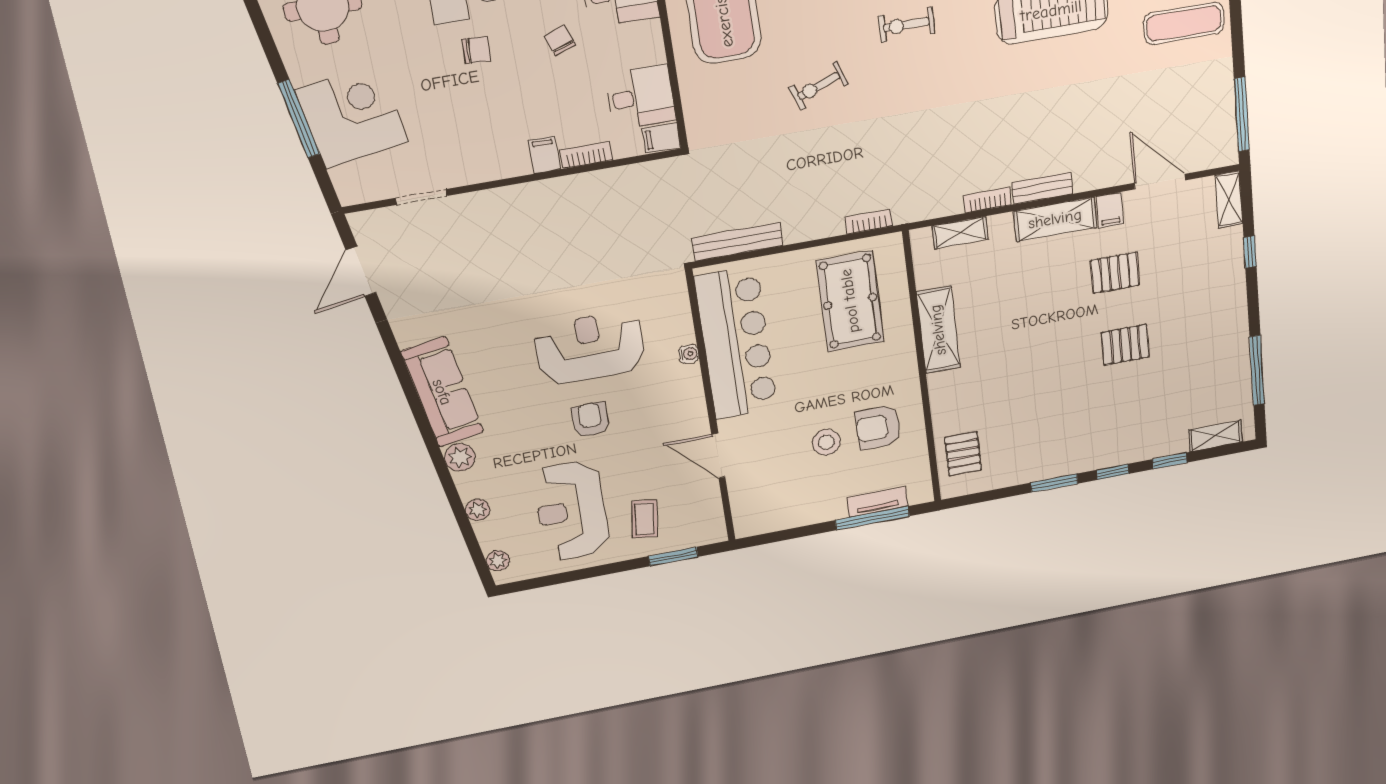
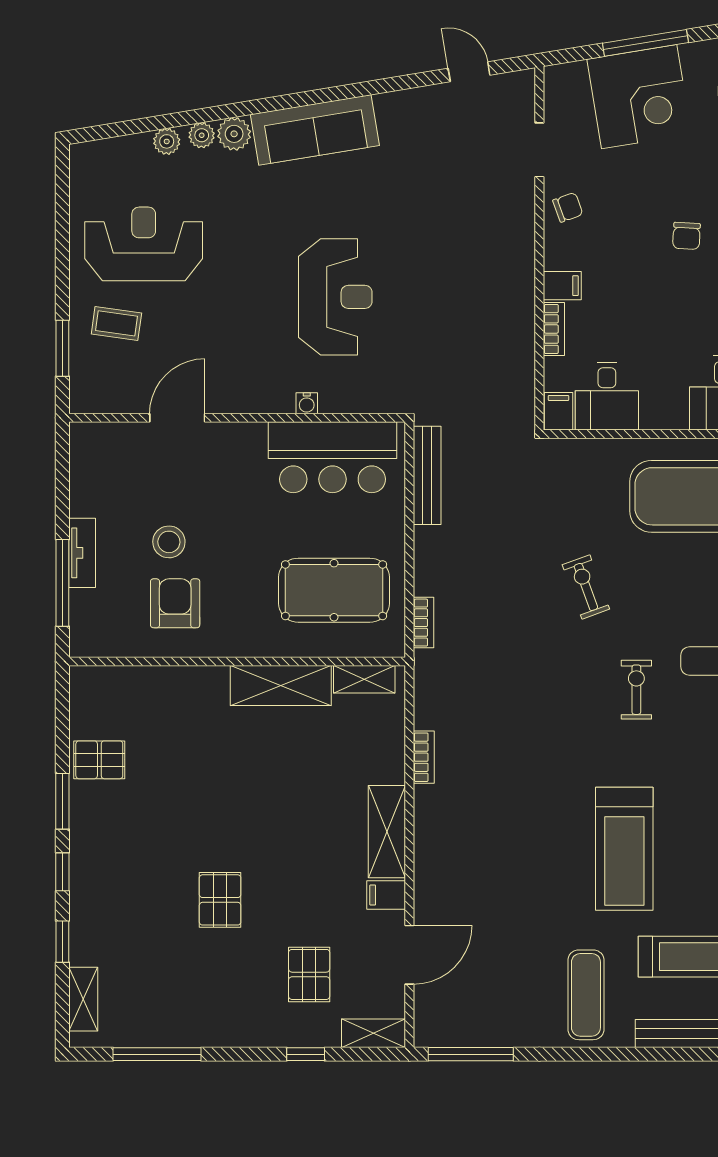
chair: (560, 40) -> (568, 207), moved
bench: (1042, 188) -> (426, 820), removed
shelving: (960, 232) -> (364, 679), moved, turned 90
door: (361, 271) -> (469, 72), width x0.73
pallet: (1115, 273) -> (309, 974), moved
bar counter: (736, 343) -> (333, 457), width x0.73
armchair: (590, 420) -> (250, 283), removed
pallet: (963, 454) -> (99, 760), moved
tv unit: (877, 502) -> (82, 553), moved
plant: (498, 561) -> (202, 135), moved

